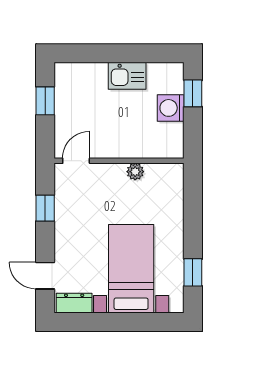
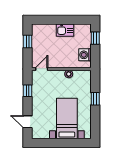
washing machine: (171, 108) -> (85, 55), moved
window: (193, 272) -> (95, 99), moved
dresser: (74, 303) -> (41, 134), removed

